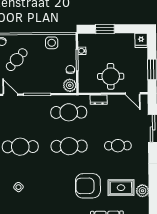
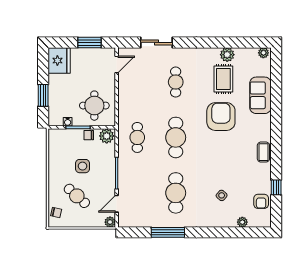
fridge: (141, 40) -> (59, 61), width x1.88, depth x1.34
side table: (52, 43) -> (83, 166), moved
round table: (111, 76) -> (94, 106), moved
dresser: (99, 100) -> (123, 103), removed
cafe table: (69, 112) -> (137, 137), width x0.73, depth x0.74
armchair: (88, 186) -> (221, 117), turned 180

